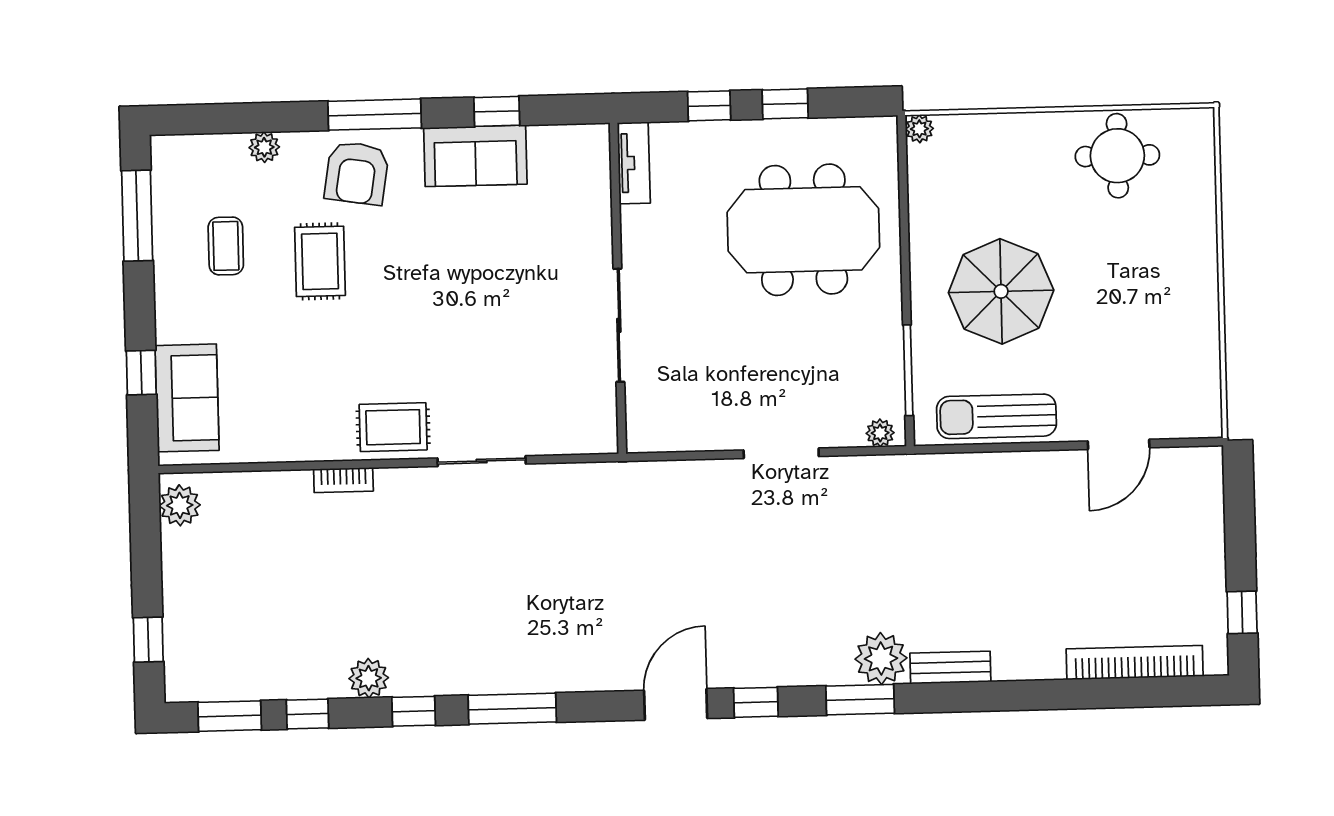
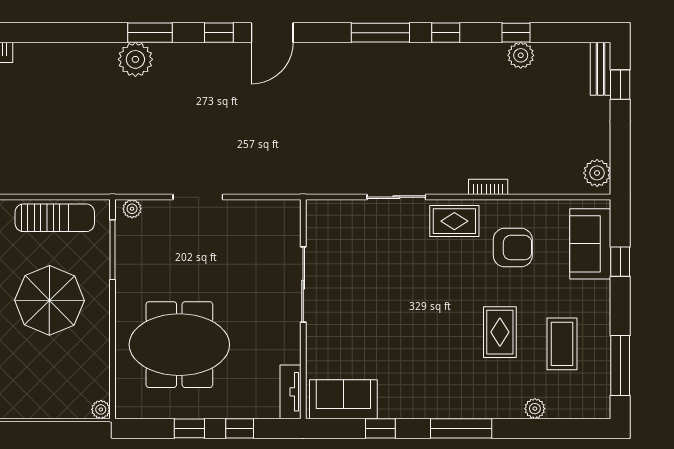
sofa: (475, 156) -> (343, 399), moved
armchair: (357, 173) -> (513, 248), moved, turned 81
coffee table: (226, 246) -> (562, 344), width x1.36, depth x1.30
bench: (950, 667) -> (600, 69), moved, turned 90
plant: (369, 678) -> (521, 55), moved
window: (230, 716) -> (568, 33), removed

